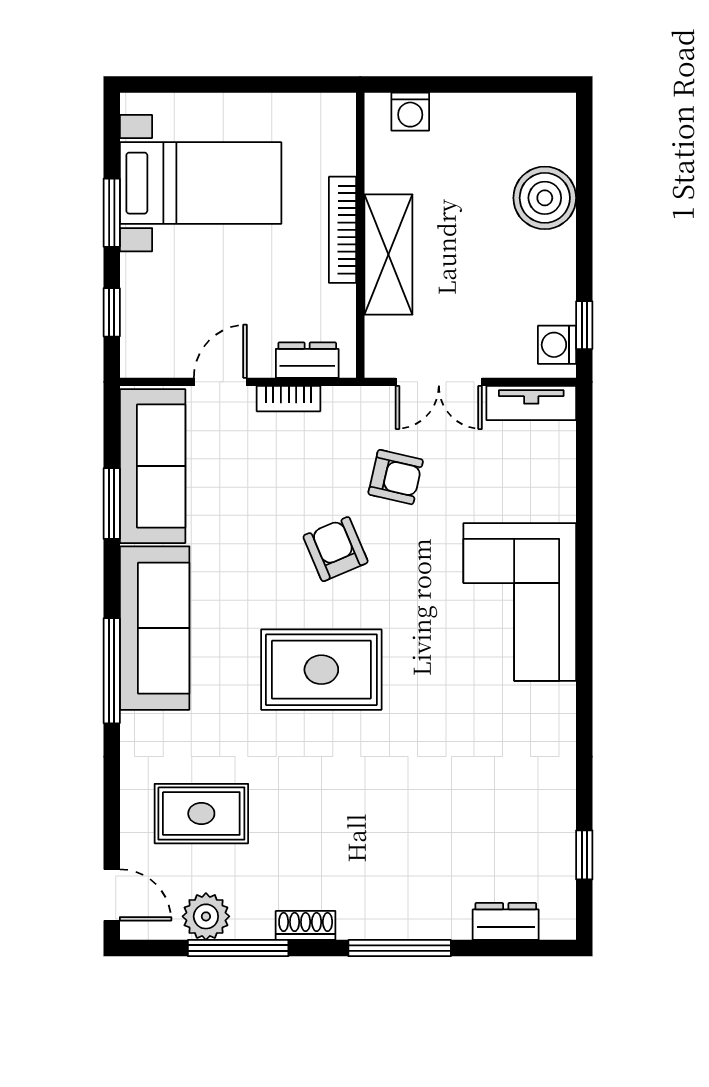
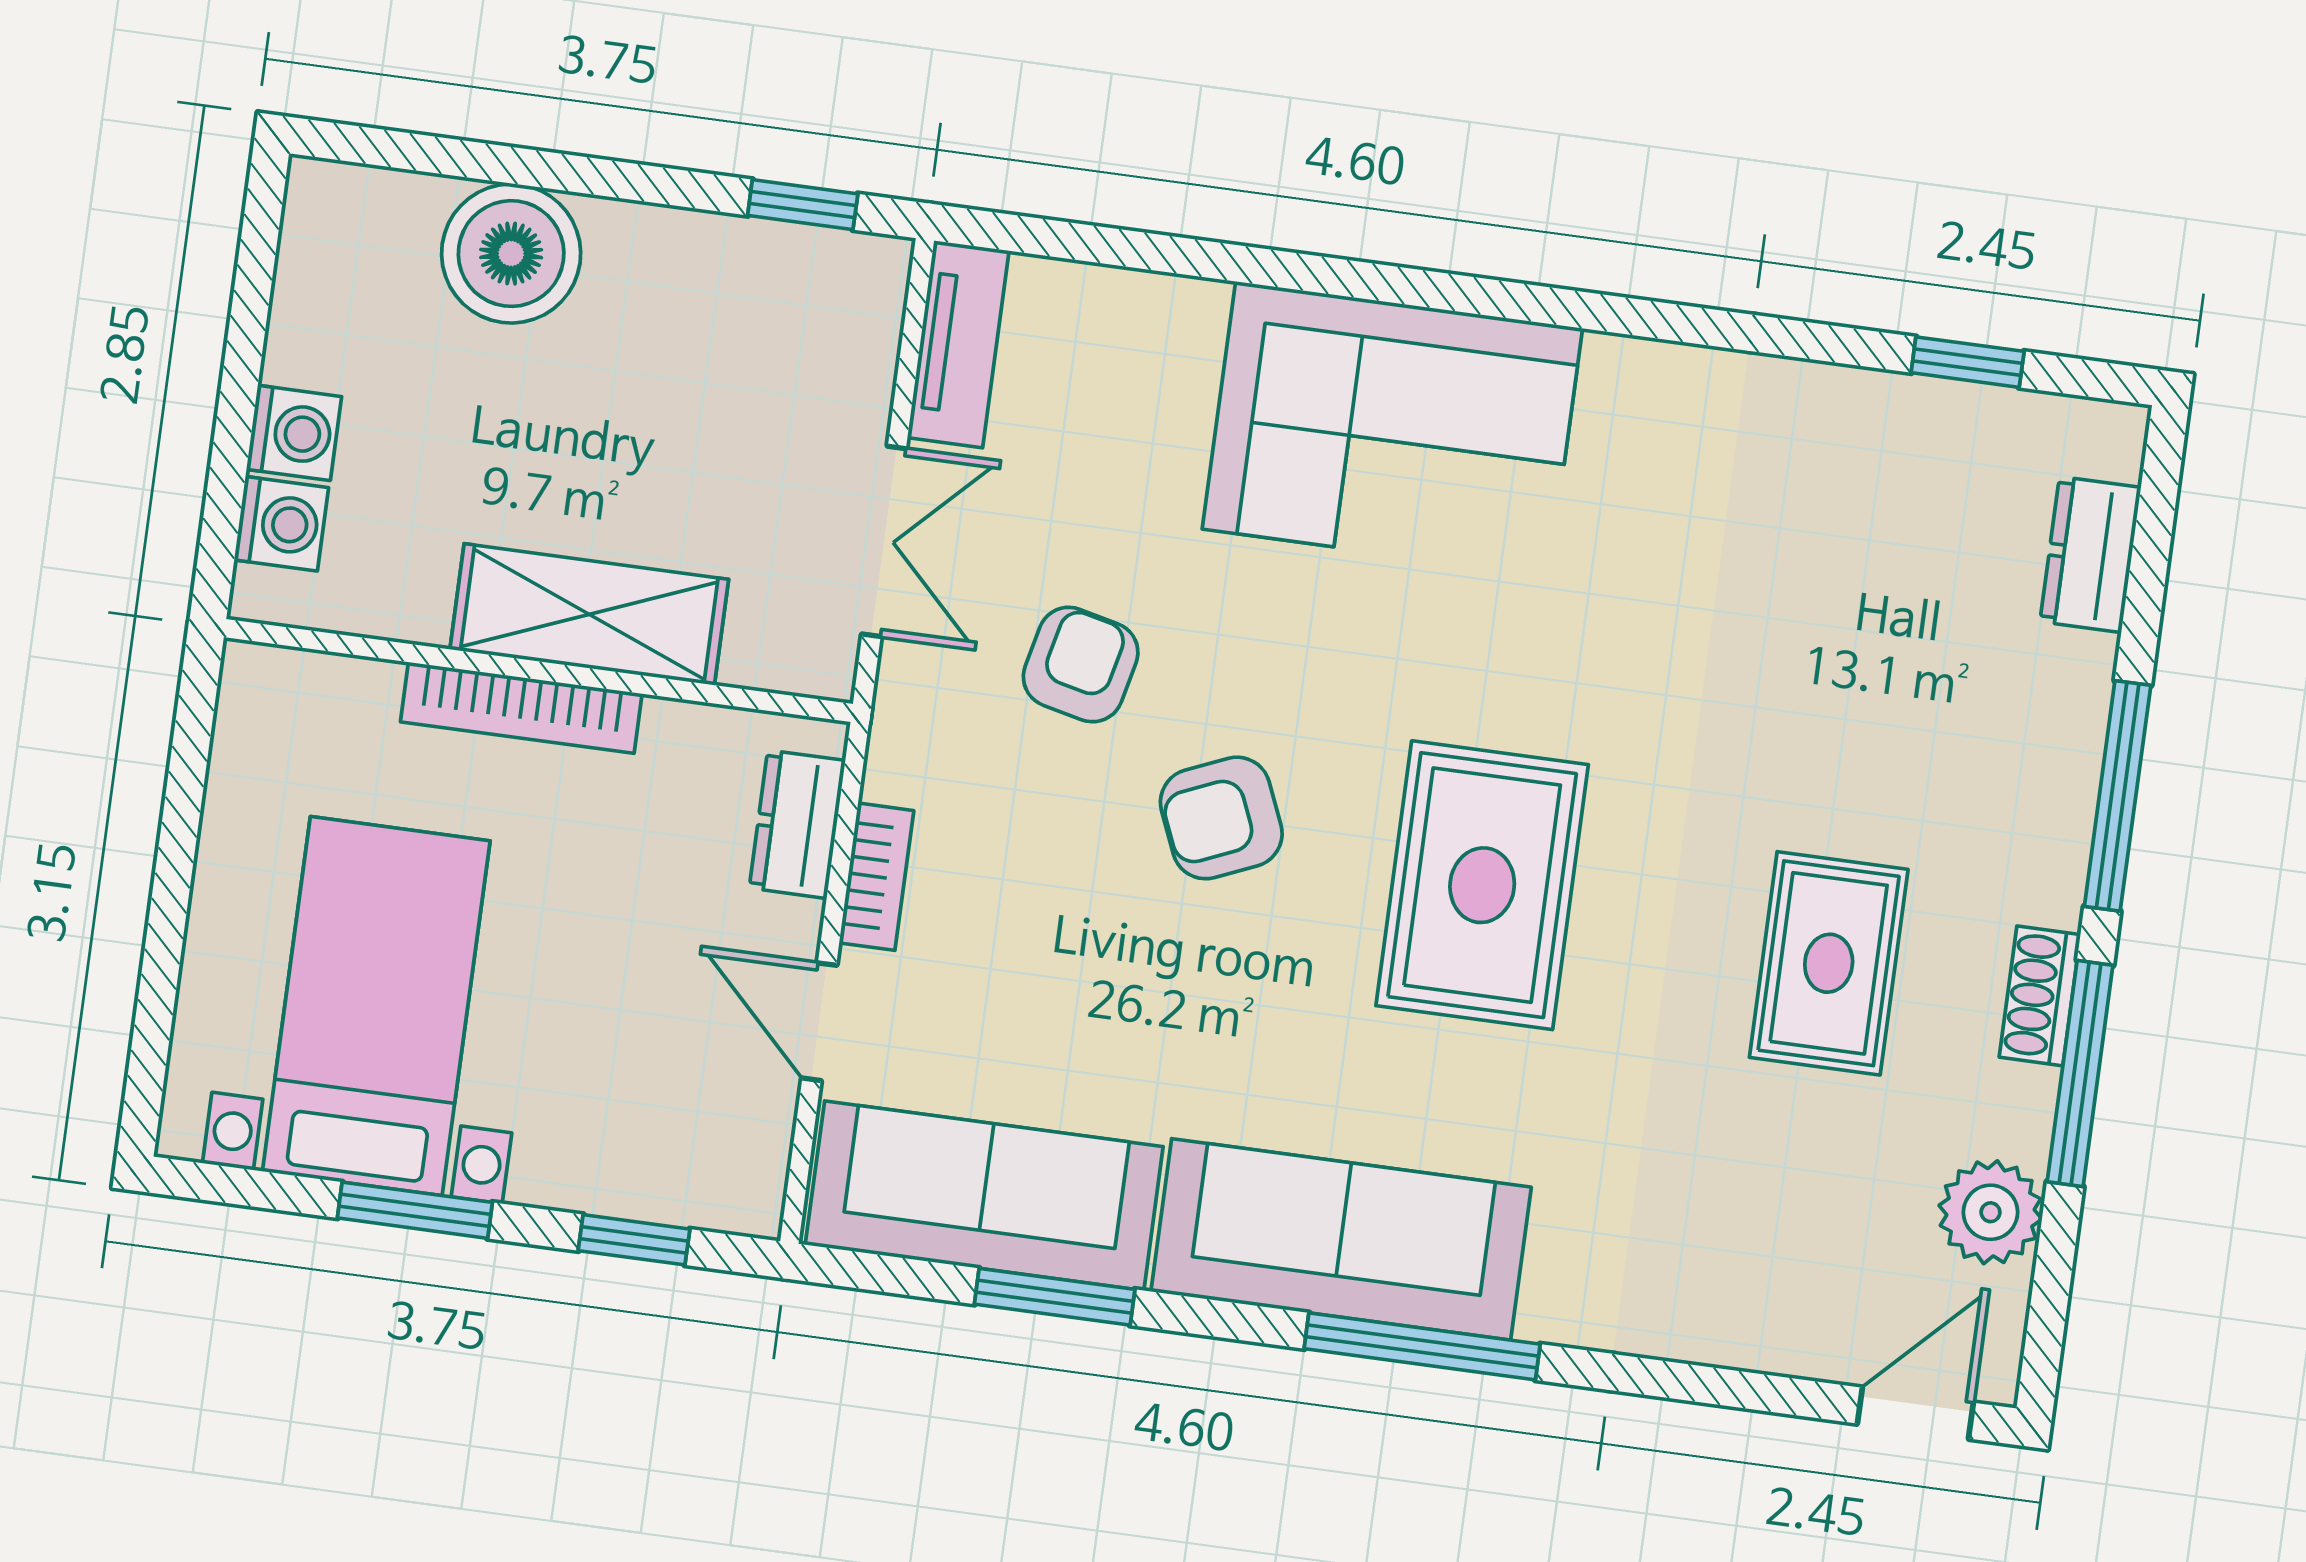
washing machine: (557, 345) -> (294, 433), moved, turned -90
rug: (201, 814) -> (1829, 963), moved
window: (238, 948) -> (2080, 1073), moved

